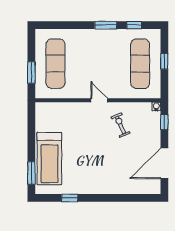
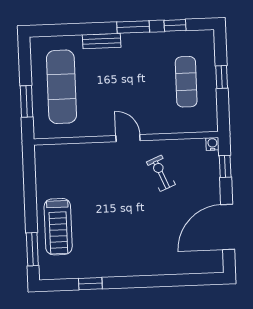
bench: (84, 34) -> (102, 41), added
exercise mat: (140, 64) -> (186, 82), width x0.73, depth x0.69
treadmill: (49, 158) -> (58, 227), width x0.73, depth x0.73

